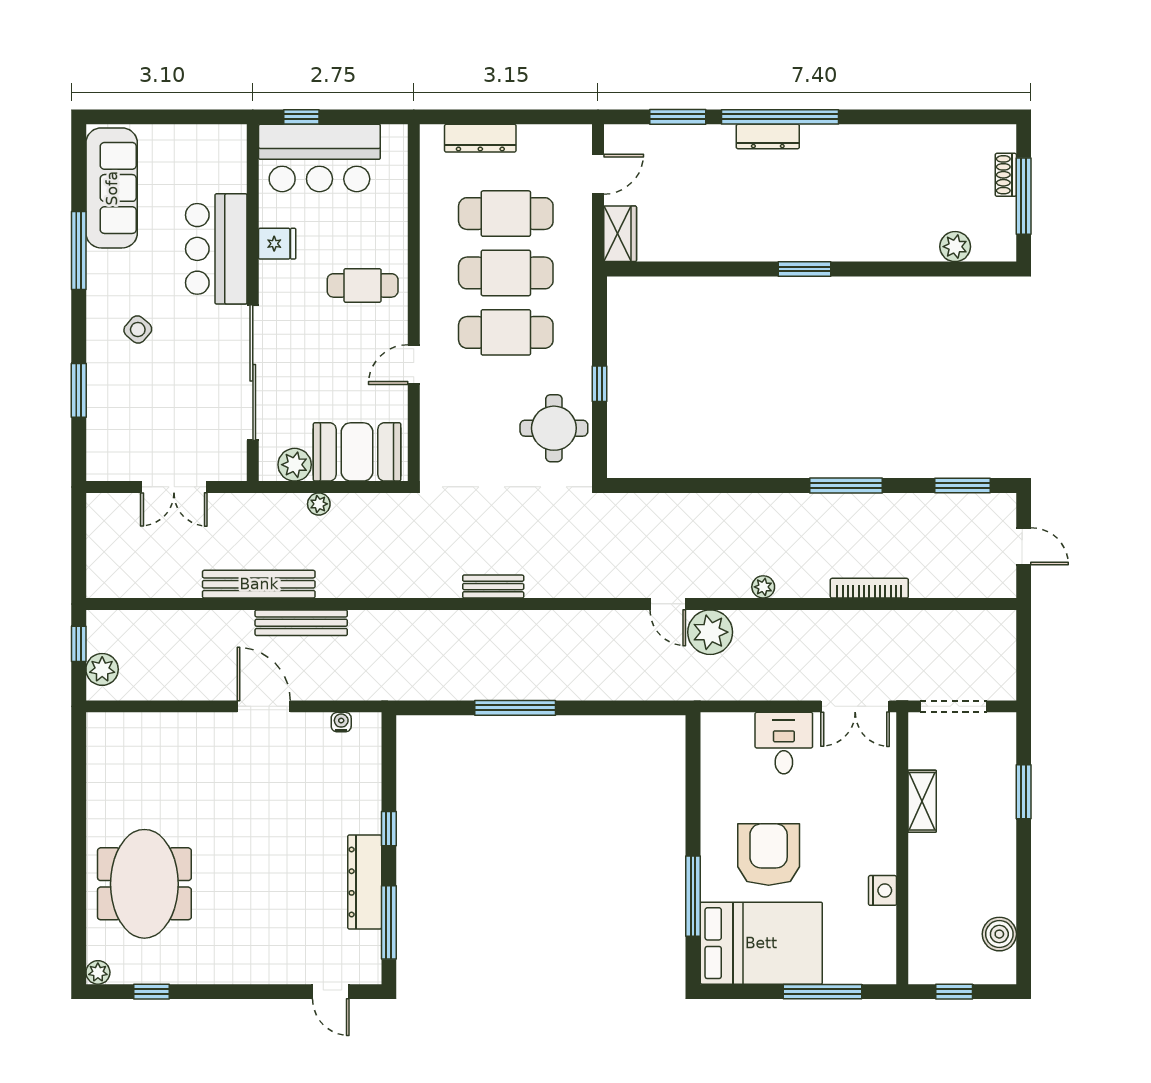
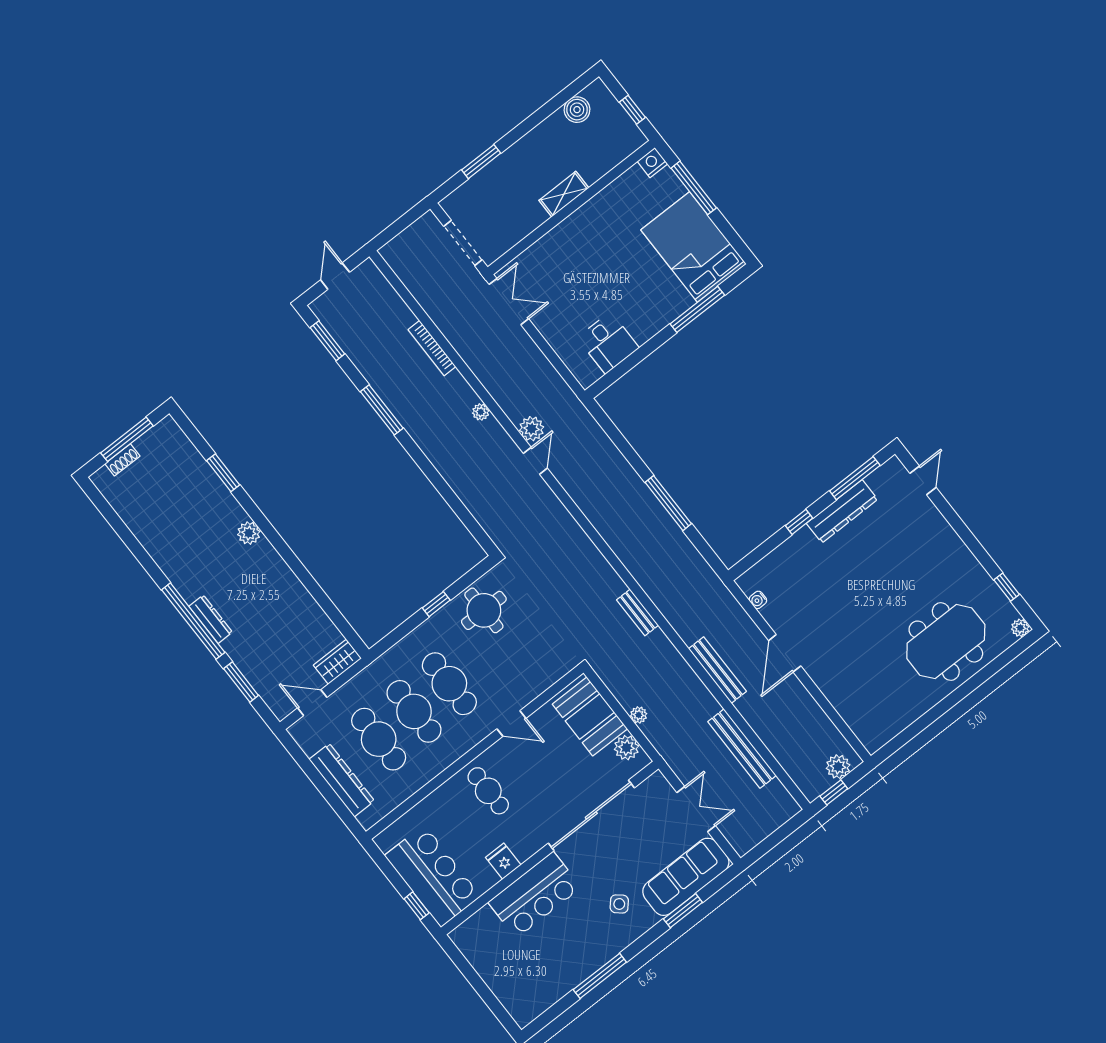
dresser: (480, 138) -> (342, 780), width x1.37, depth x1.24
sofa: (112, 188) -> (686, 877), moved
plant: (955, 247) -> (249, 533), moved
window: (804, 269) -> (223, 473), moved
bench: (259, 584) -> (742, 749), moved
bench: (493, 587) -> (638, 612), moved
plant: (710, 632) -> (532, 429), width x0.73, depth x0.73
desk: (784, 743) -> (608, 343), moved, turned -90
shelving: (922, 801) -> (564, 194), moved
armchair: (769, 855) -> (637, 284), removed
nightstand: (883, 890) -> (652, 163), moved

